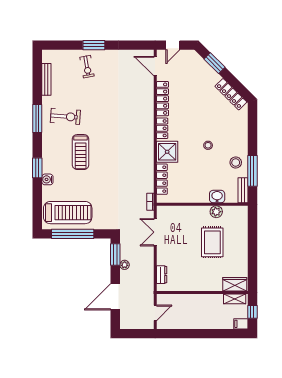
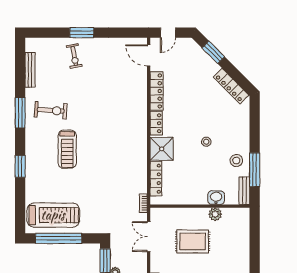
water cooler: (47, 179) -> (31, 179), removed
rug: (212, 242) -> (193, 241), moved, turned 90

